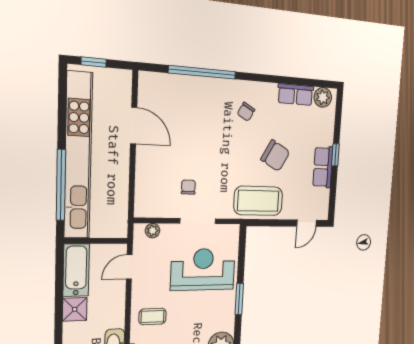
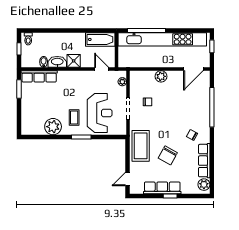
row of seats: (296, 95) -> (204, 161), width x1.48
door: (134, 126) -> (193, 69), moved
plant: (146, 161) -> (161, 76), added
row of seats: (323, 167) -> (162, 188), width x1.48
door: (306, 223) -> (128, 179), hinge flipped
shower: (75, 309) -> (74, 61), moved
coffee table: (152, 316) -> (74, 118), moved

